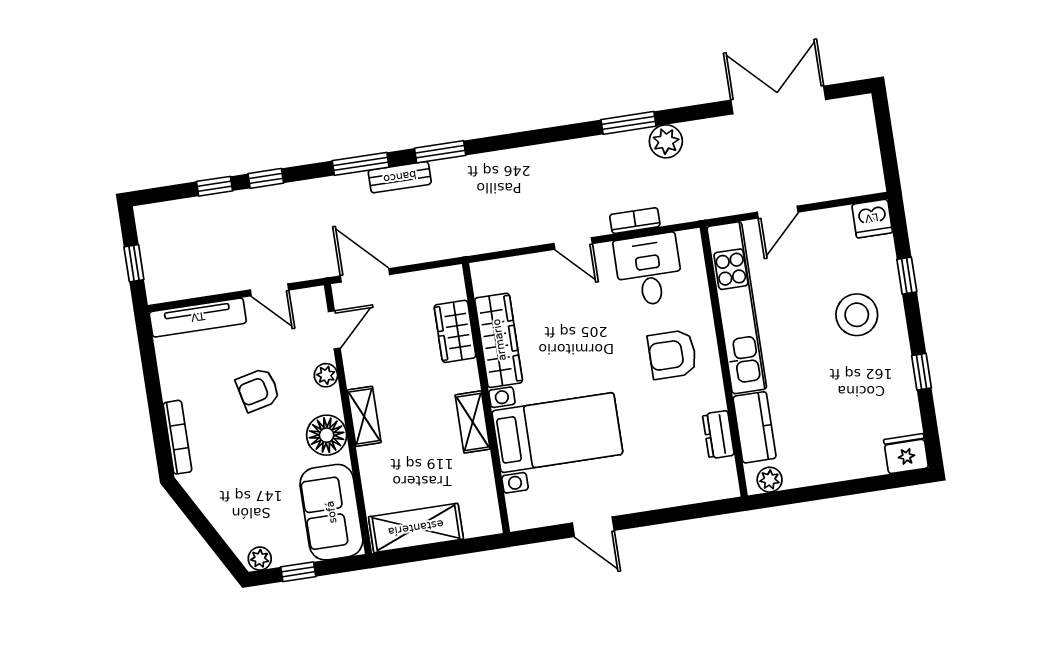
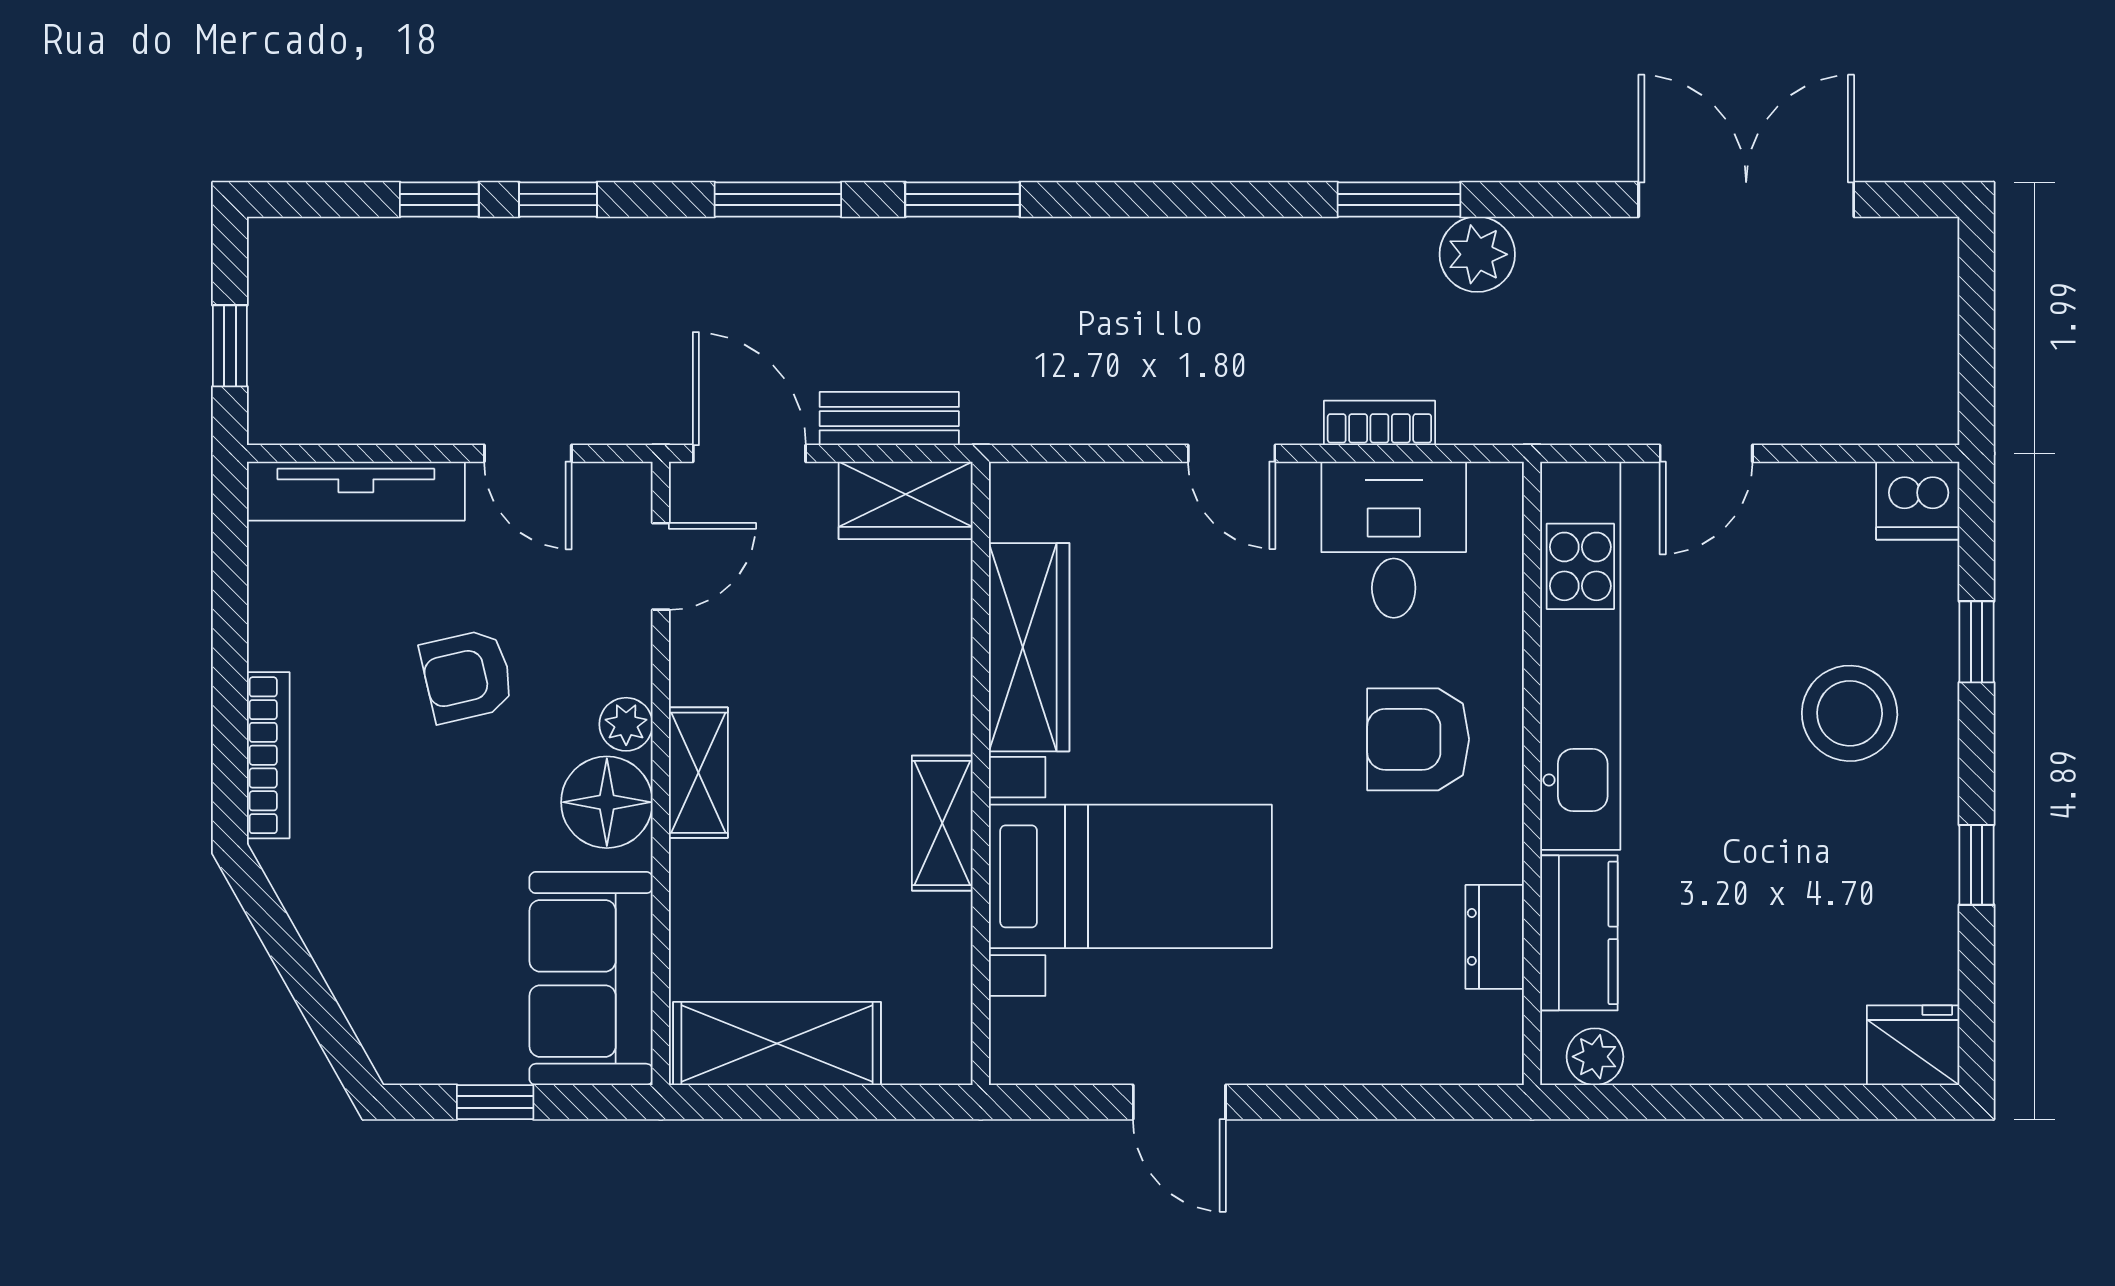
bench: (400, 177) -> (889, 419), moved
wardrobe: (455, 331) -> (906, 500), moved, turned -90
plant: (326, 375) -> (626, 724), moved
plant: (260, 559) -> (413, 1059), removed

